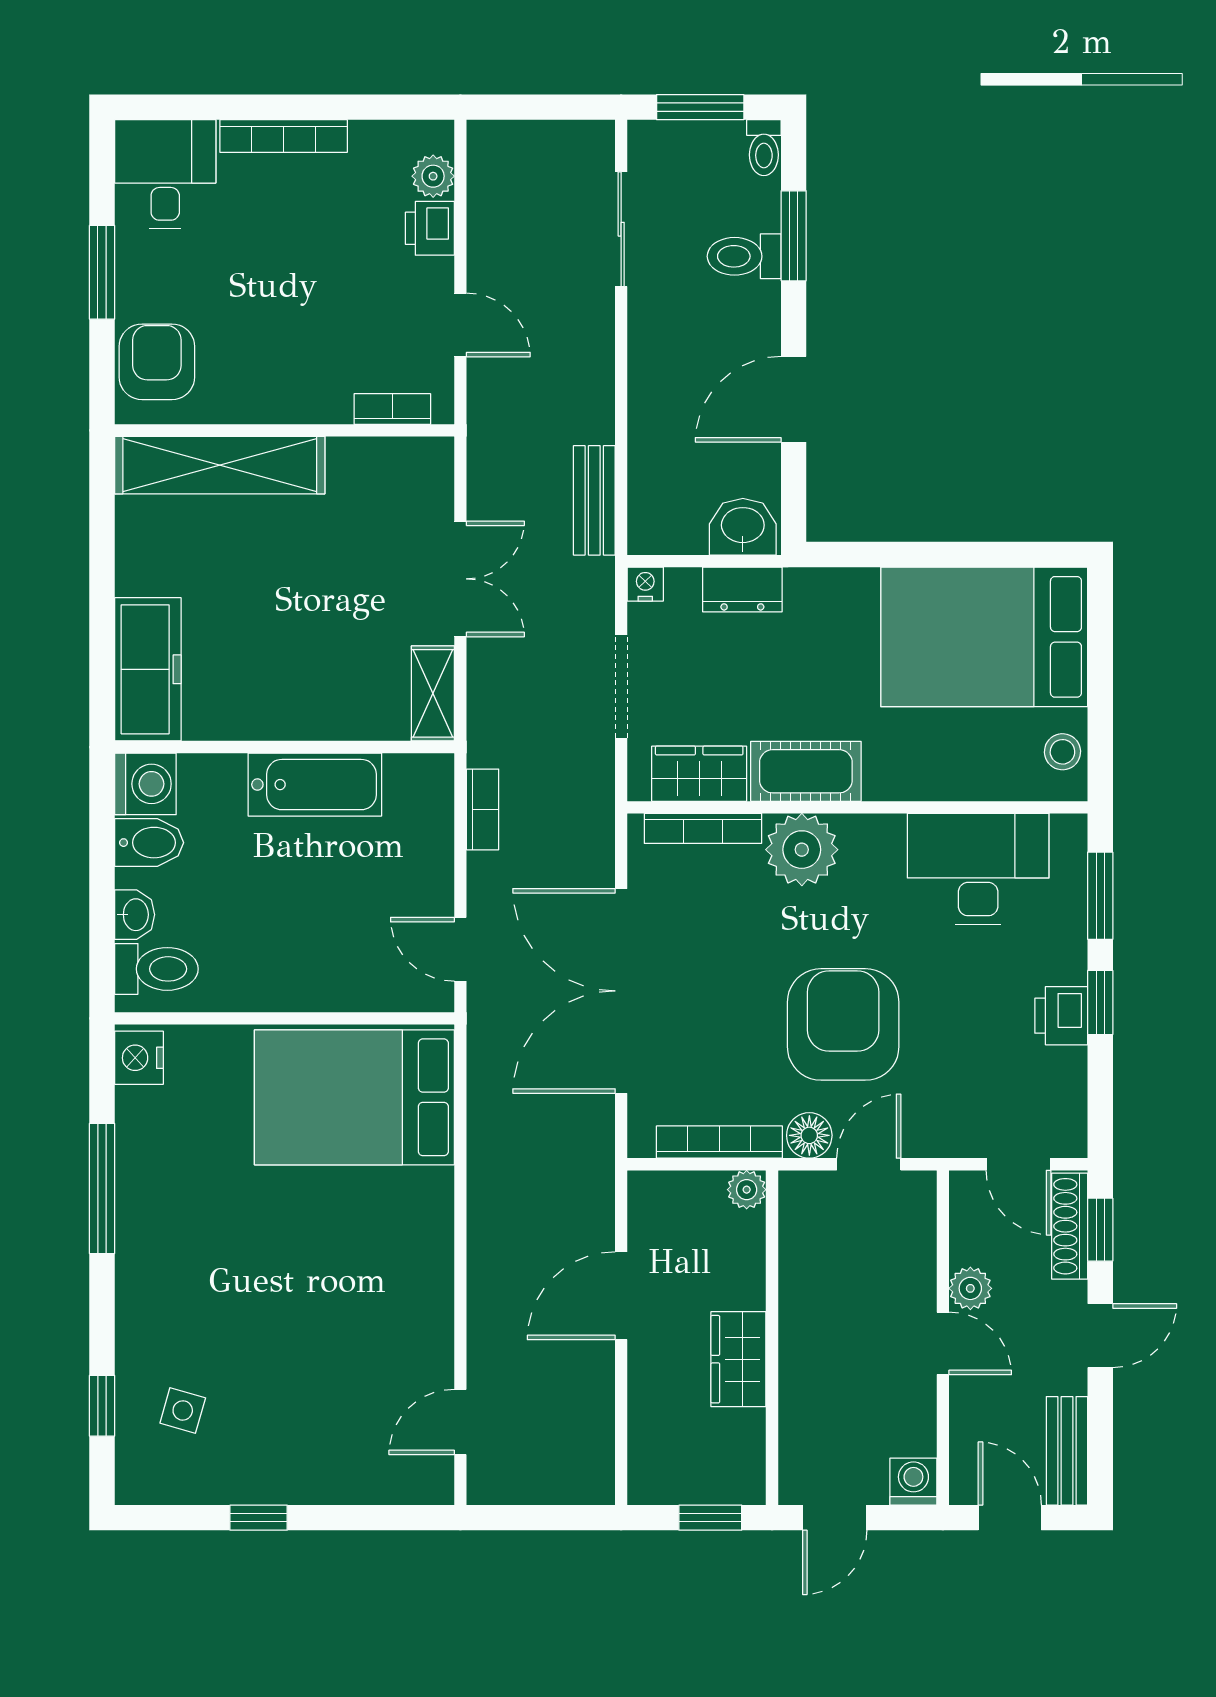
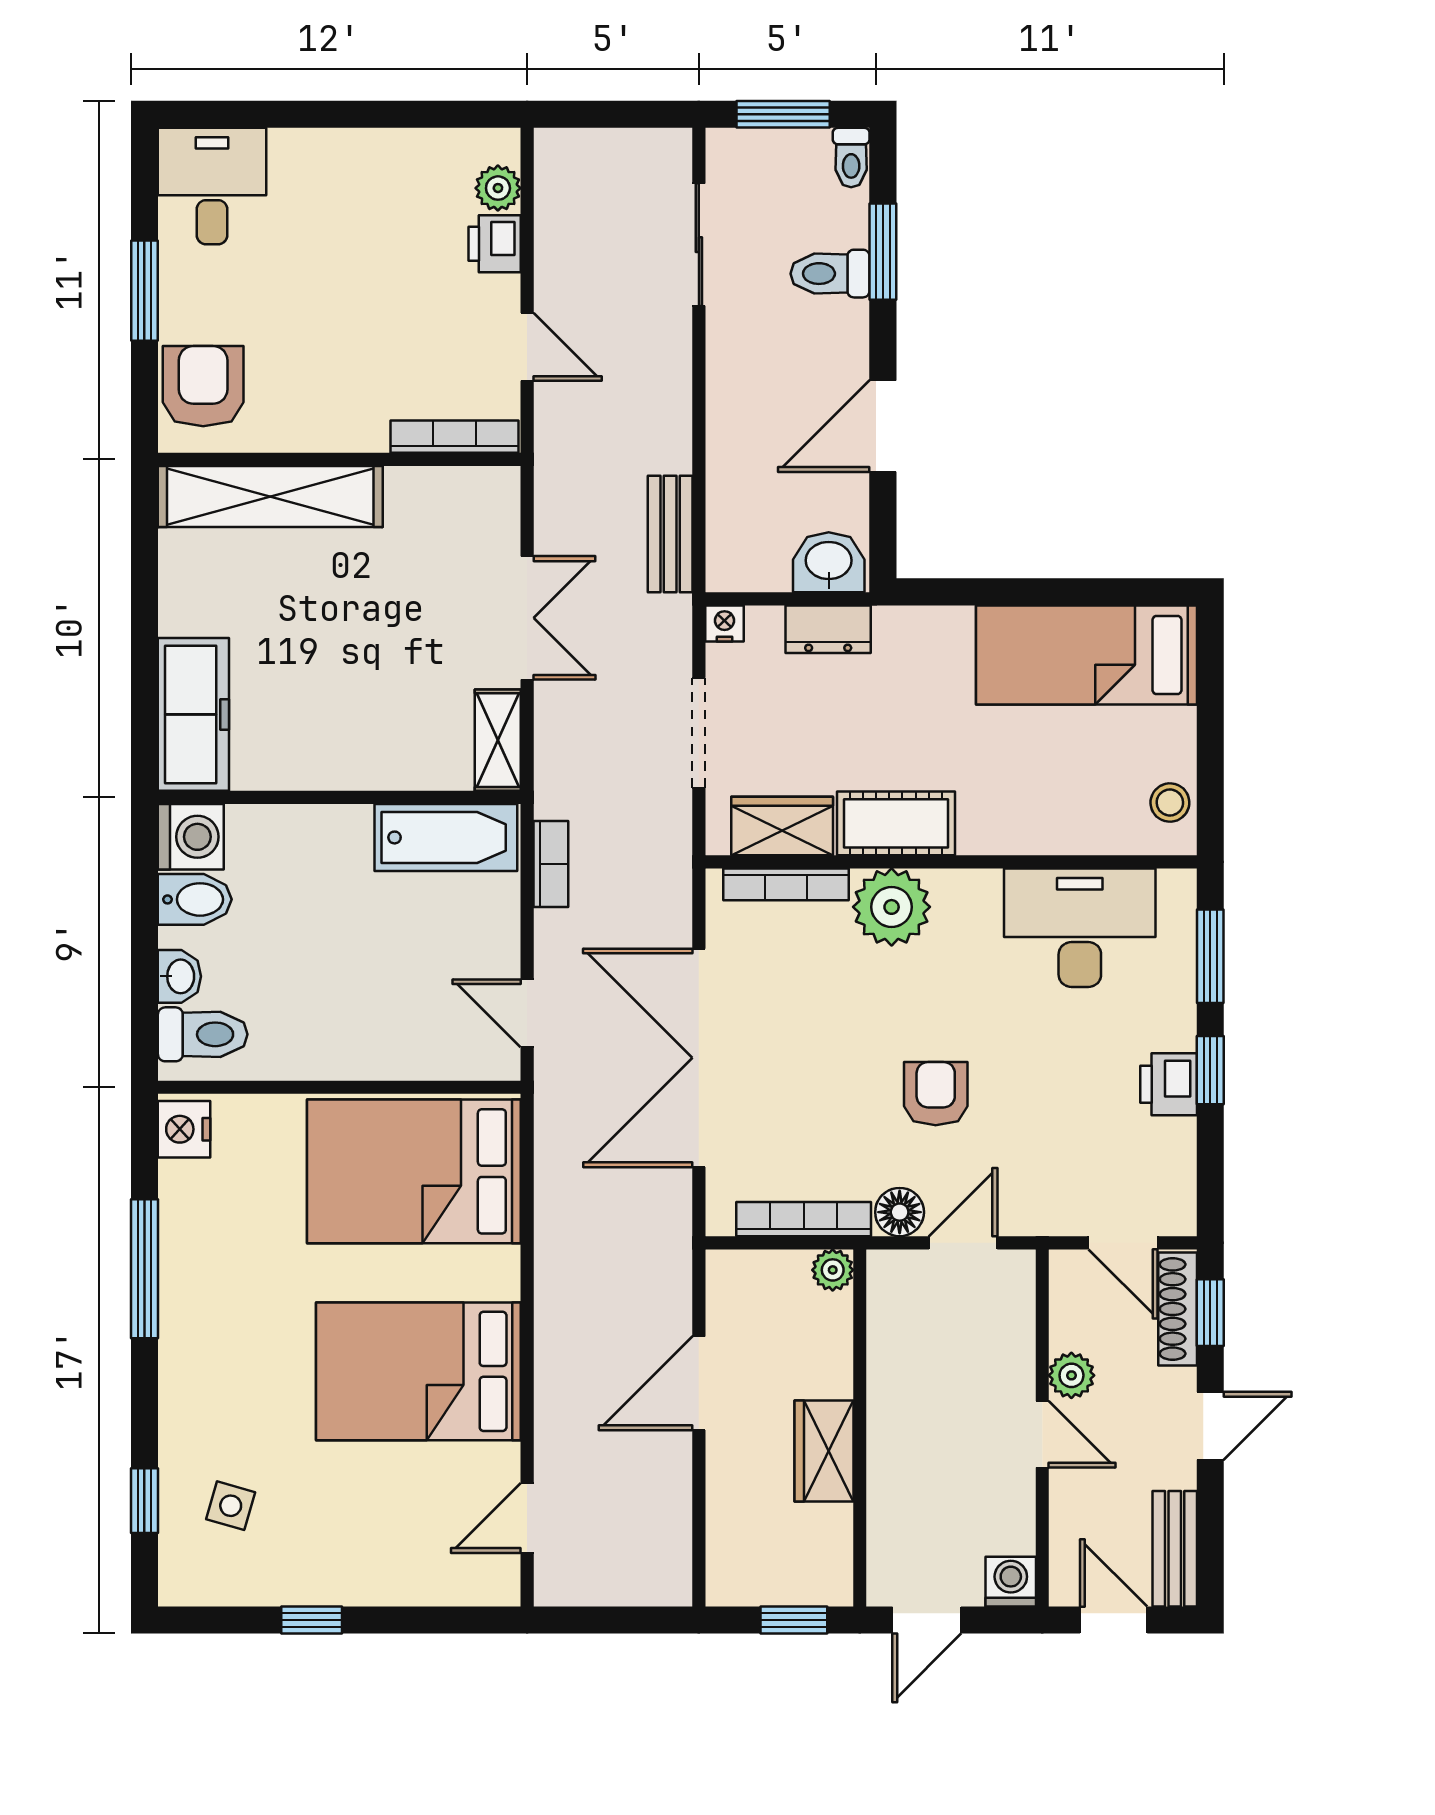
bookcase: (284, 136) -> (338, 145), removed
bookcase: (392, 409) -> (454, 437), width x1.56
bed: (984, 637) -> (1086, 655), width x0.67
bathtub: (315, 785) -> (446, 837), moved
armchair: (843, 1024) -> (936, 1094), width x0.53, depth x0.53
bed: (359, 1285) -> (418, 1371), added

